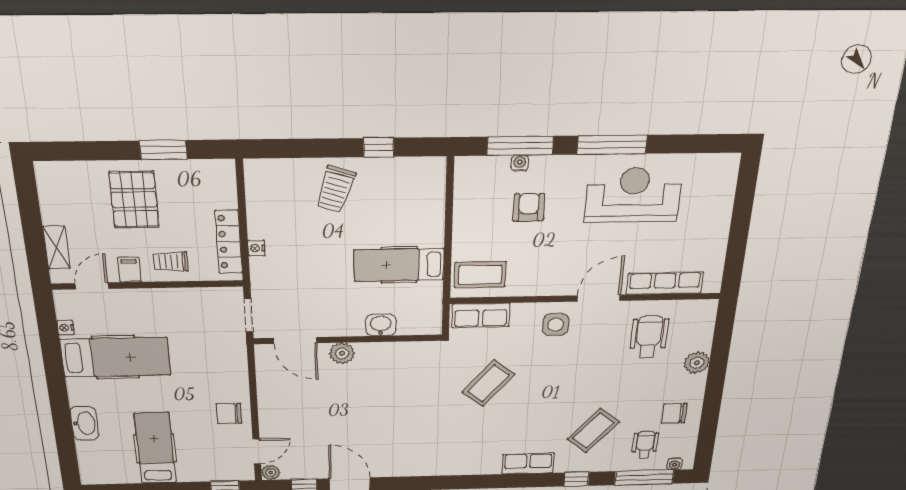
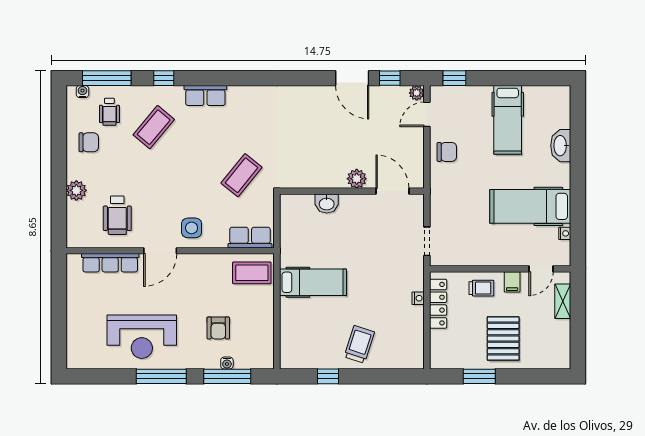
washbasin: (381, 325) -> (327, 203), moved
wall: (348, 339) -> (352, 191), moved
door: (295, 340) -> (392, 191), moved
plant: (342, 353) -> (357, 179), moved

